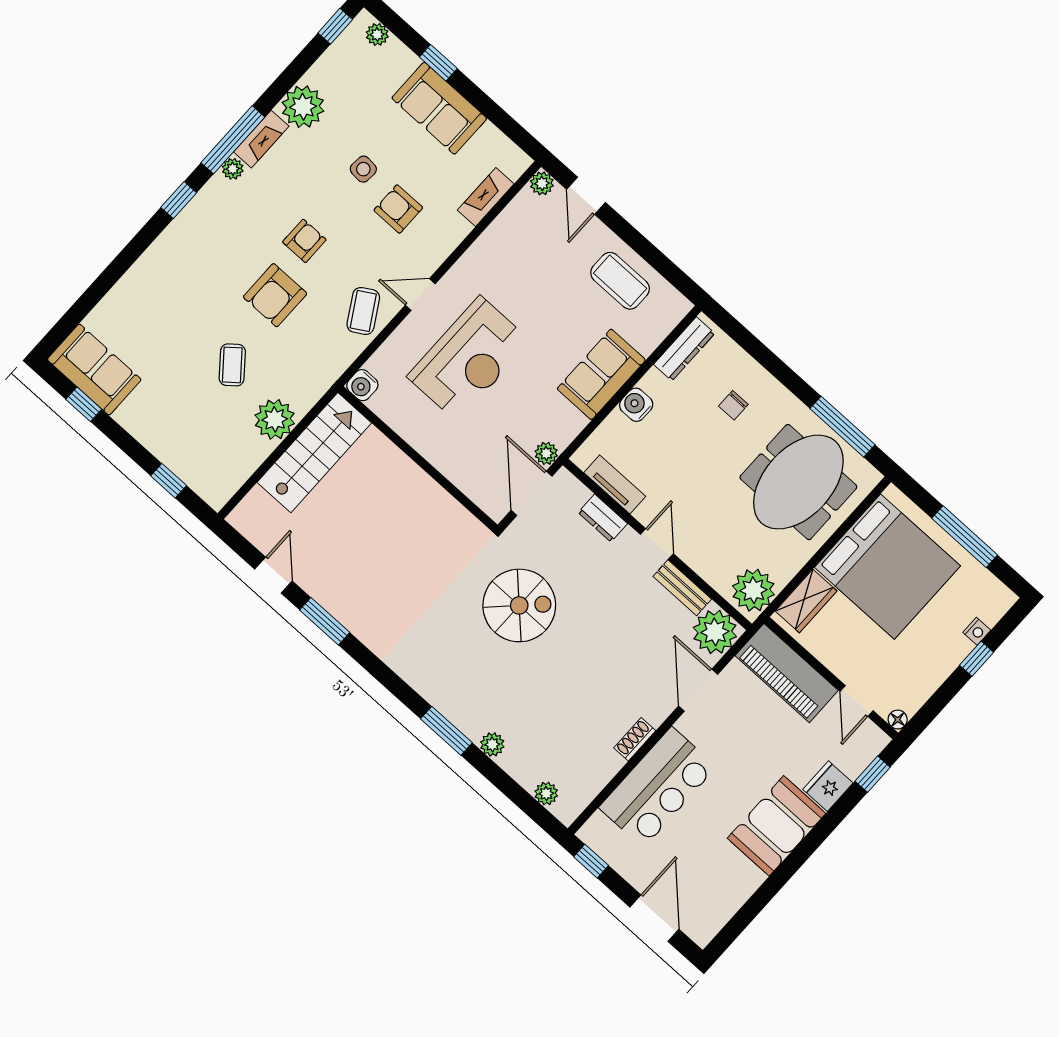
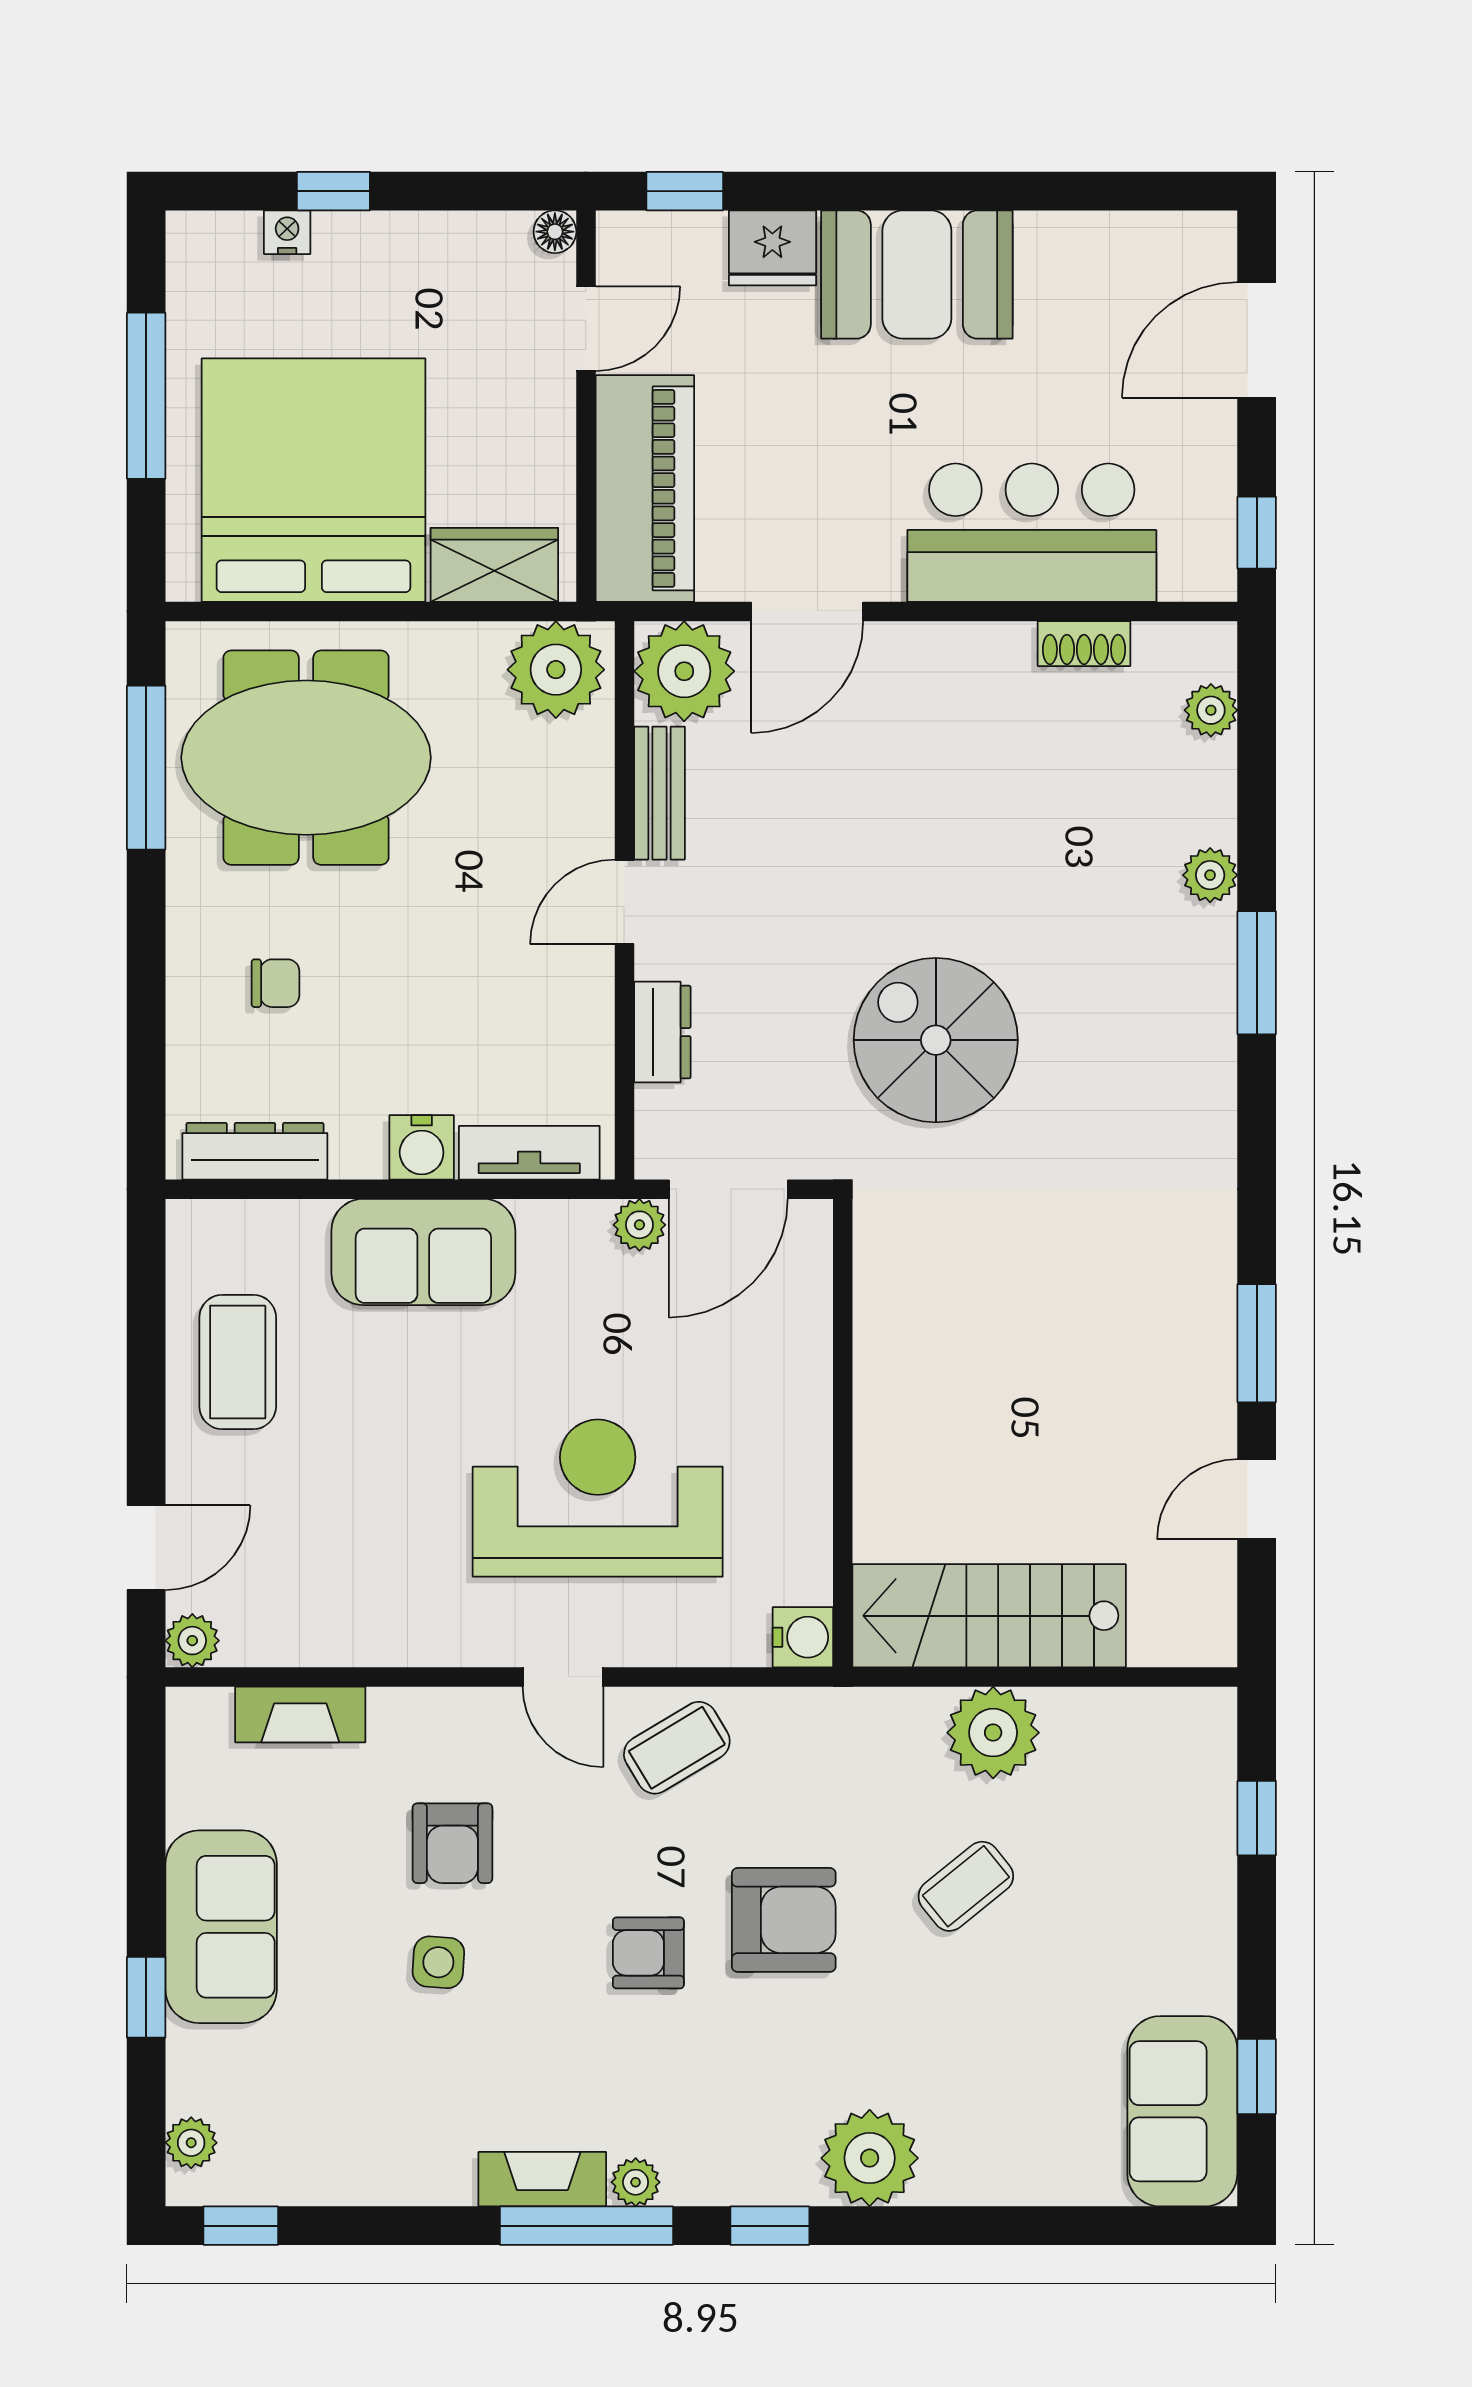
plant: (303, 107) -> (870, 2158), moved
tv unit: (615, 485) -> (529, 1153), moved, turned 90
shoe rack: (635, 739) -> (1084, 644), moved

